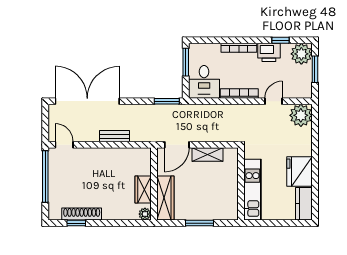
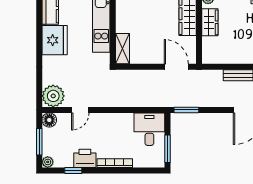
plant: (301, 54) -> (48, 162), width x0.53, depth x0.53
floor lamp: (305, 91) -> (49, 120), added
bookcase: (239, 94) -> (114, 118), removed
door: (177, 145) -> (176, 67), hinge flipped
shelving: (207, 155) -> (122, 49), moved, turned 90

